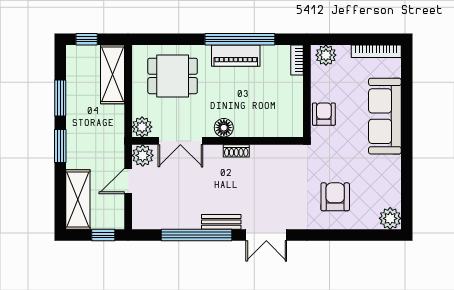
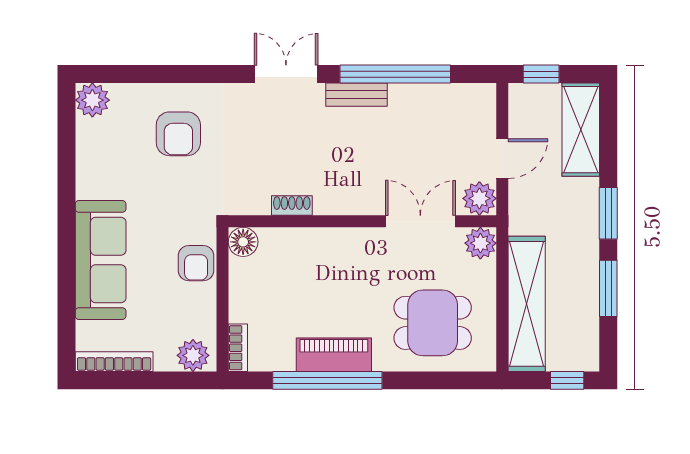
shelving: (112, 74) -> (527, 304), width x1.47
floor lamp: (224, 128) -> (243, 242), moved
shoe rack: (236, 151) -> (292, 206), moved

